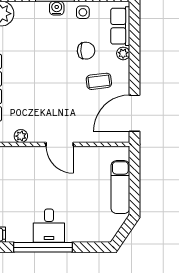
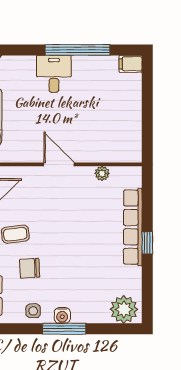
desk: (49, 226) -> (54, 74), moved

